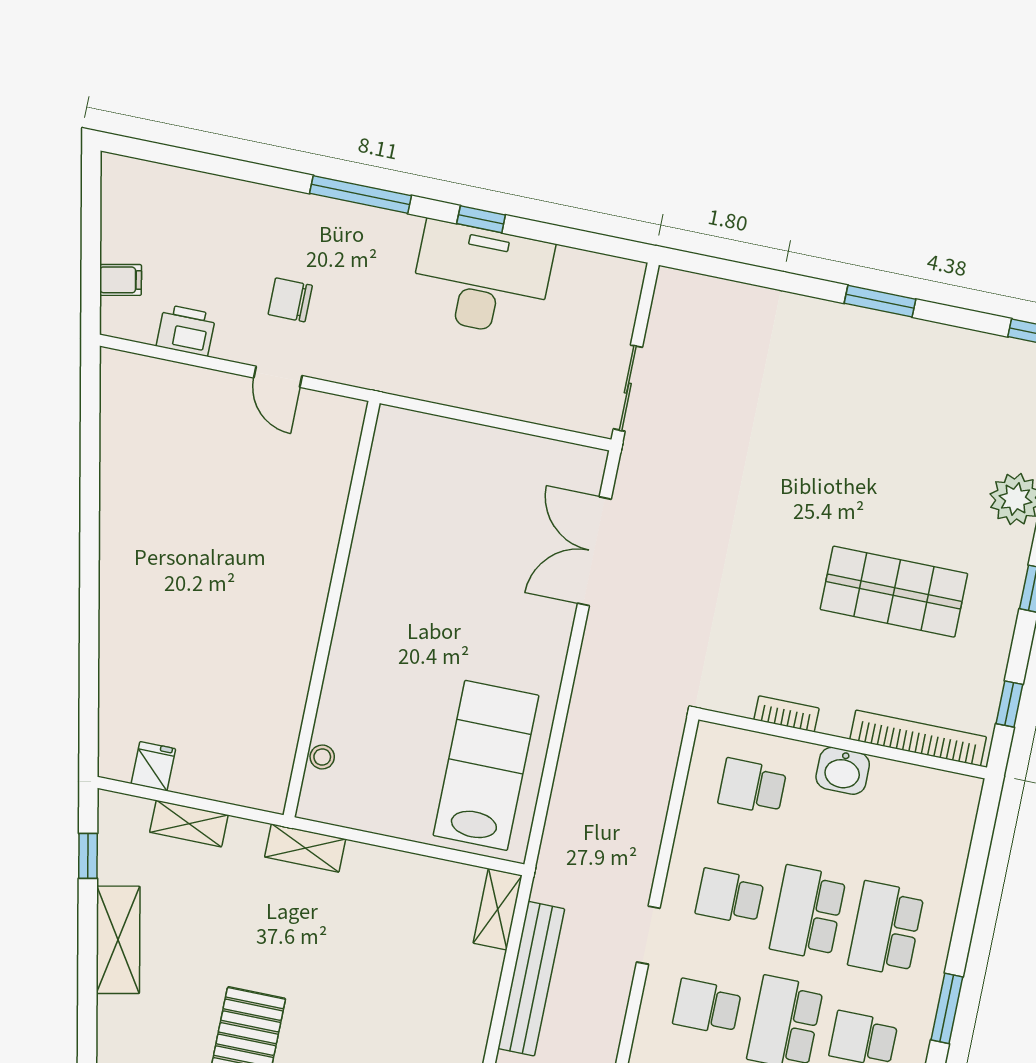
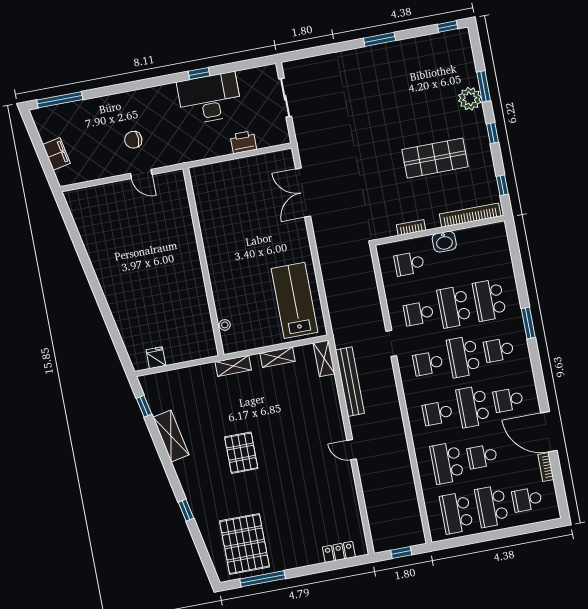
window: (361, 195) -> (60, 100), moved
filing cabinet: (121, 280) -> (56, 154), width x2.00
printer: (186, 330) -> (243, 142), moved
sliding door: (628, 388) -> (285, 98), moved
shelving: (189, 824) -> (278, 357), moved

